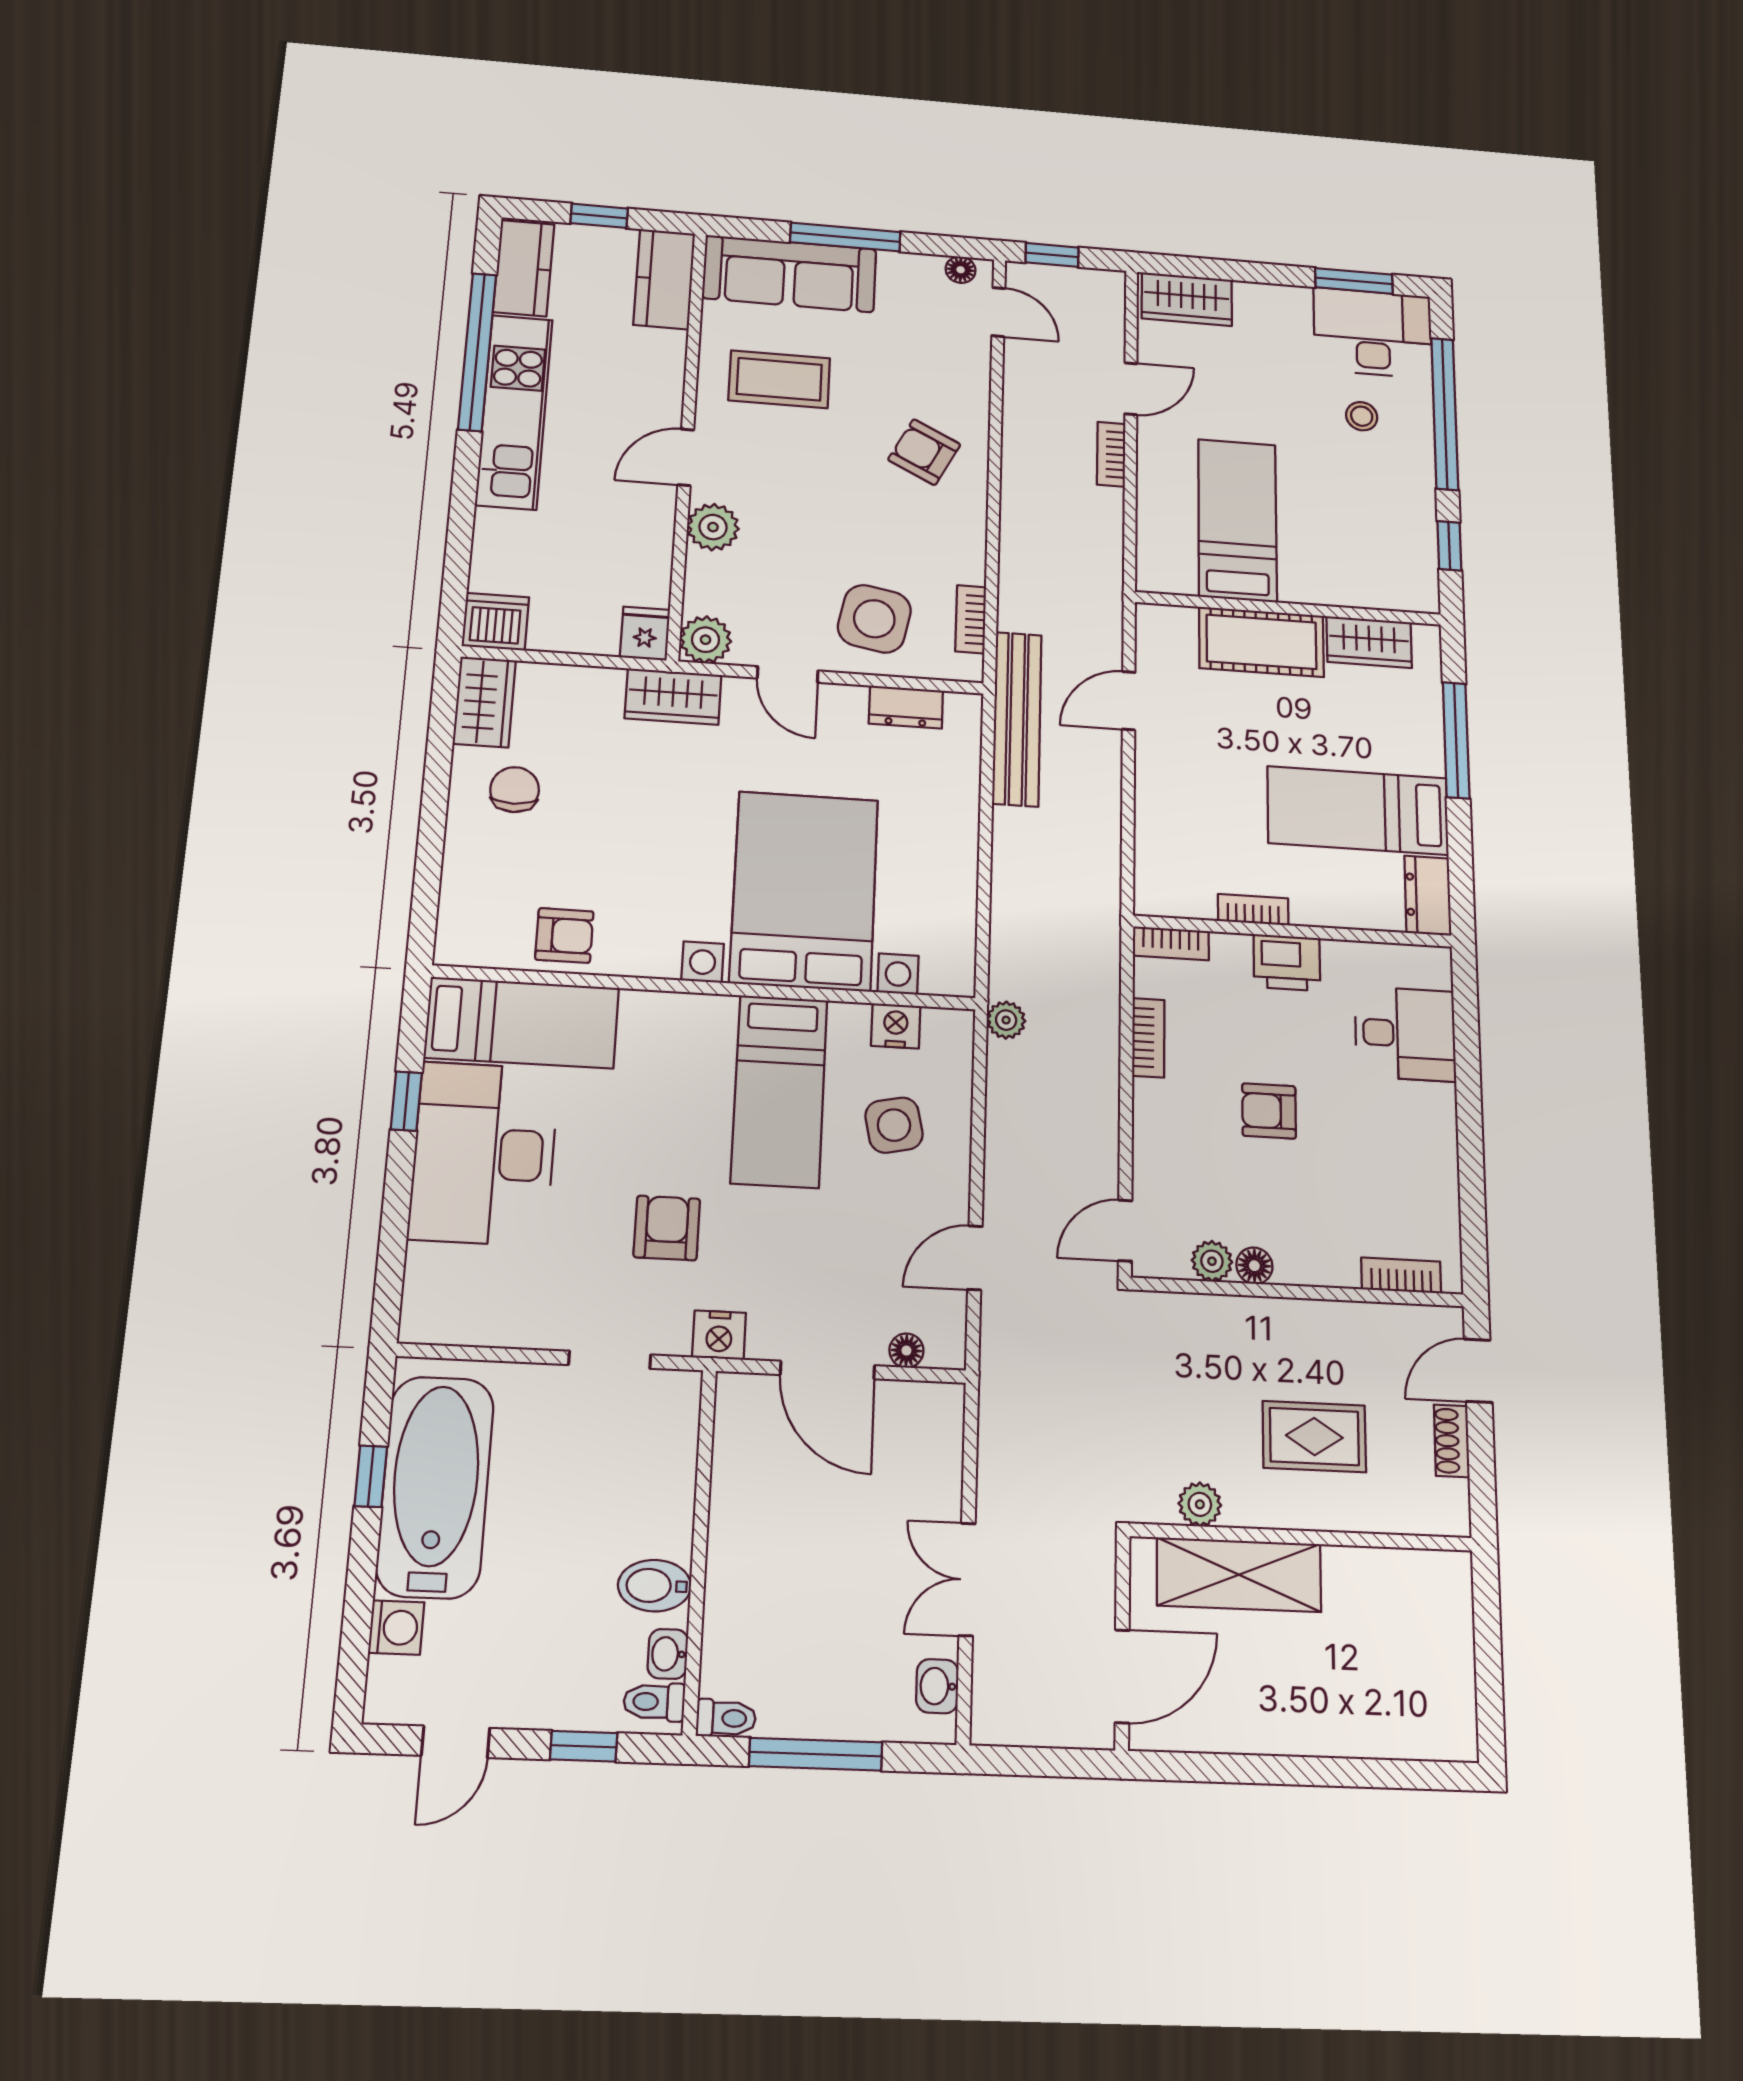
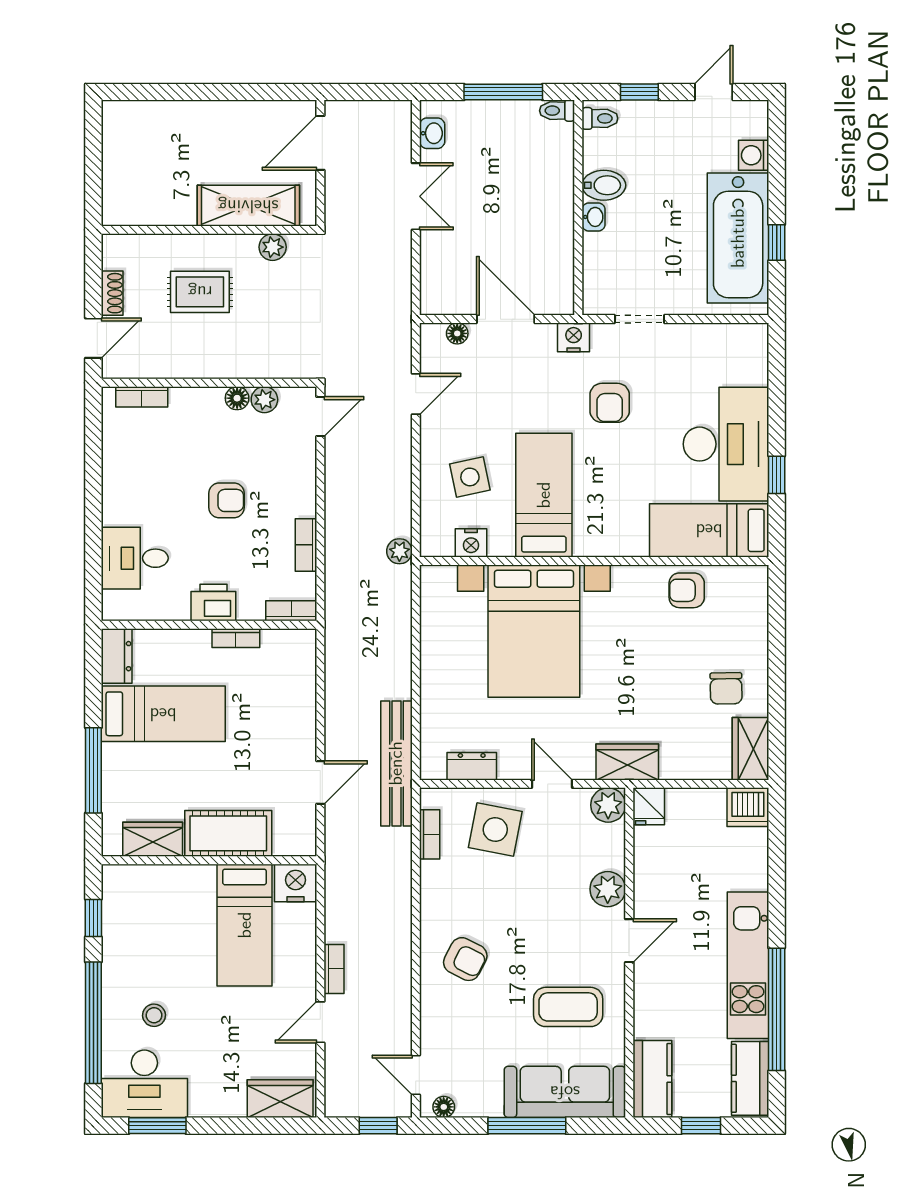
nightstand: (1165, 569) -> (296, 883), added
washbasin: (668, 1654) -> (594, 217), moved

